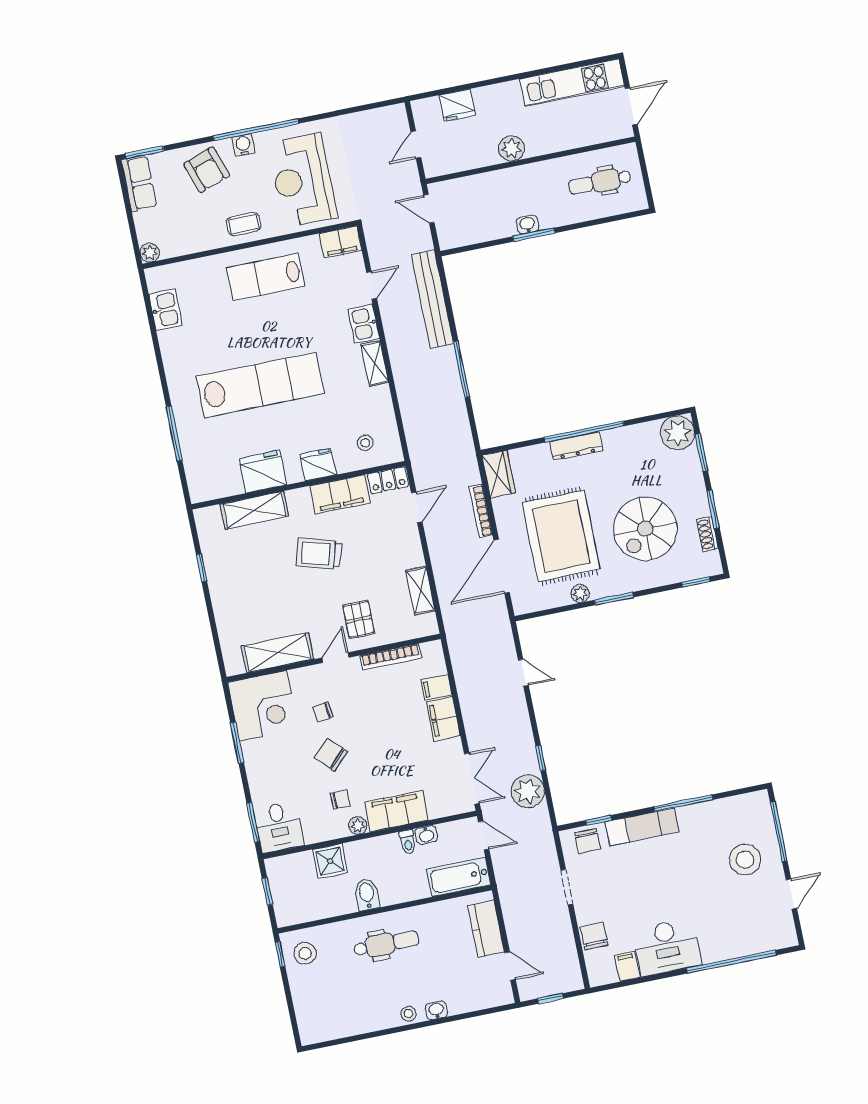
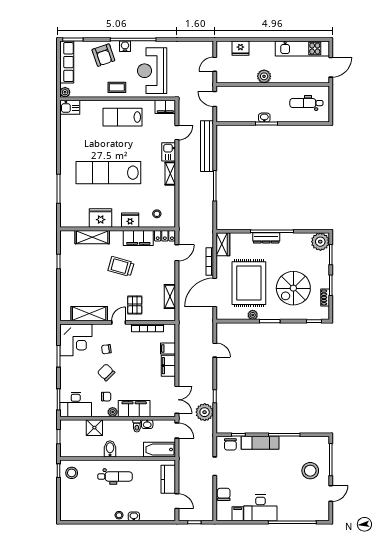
row of seats: (139, 184) -> (67, 62), width x1.48
kitchen sink: (165, 310) -> (70, 107), moved, turned 90
lab bench: (260, 385) -> (108, 173), turned 180
desk: (279, 827) -> (76, 404), width x1.37

